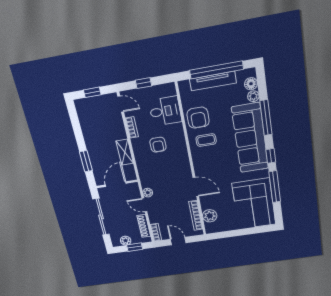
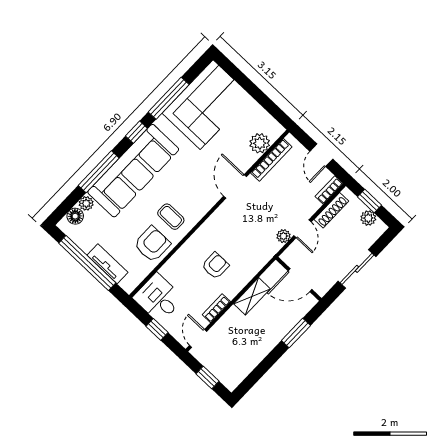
tv unit: (213, 81) -> (108, 264), width x0.71
desk: (165, 111) -> (158, 298), moved
sliding door: (101, 217) -> (357, 269), width x0.73

